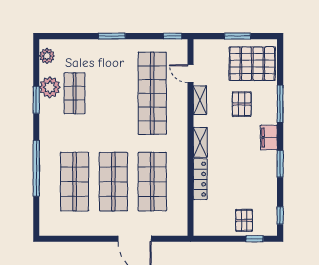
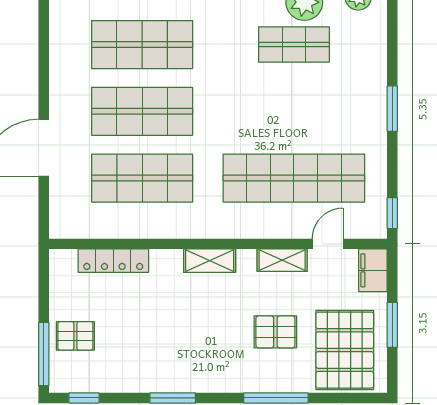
filing cabinet: (269, 138) -> (373, 270), moved, turned -90
locker: (200, 179) -> (113, 261), moved
window: (255, 239) -> (44, 354), width x2.17

